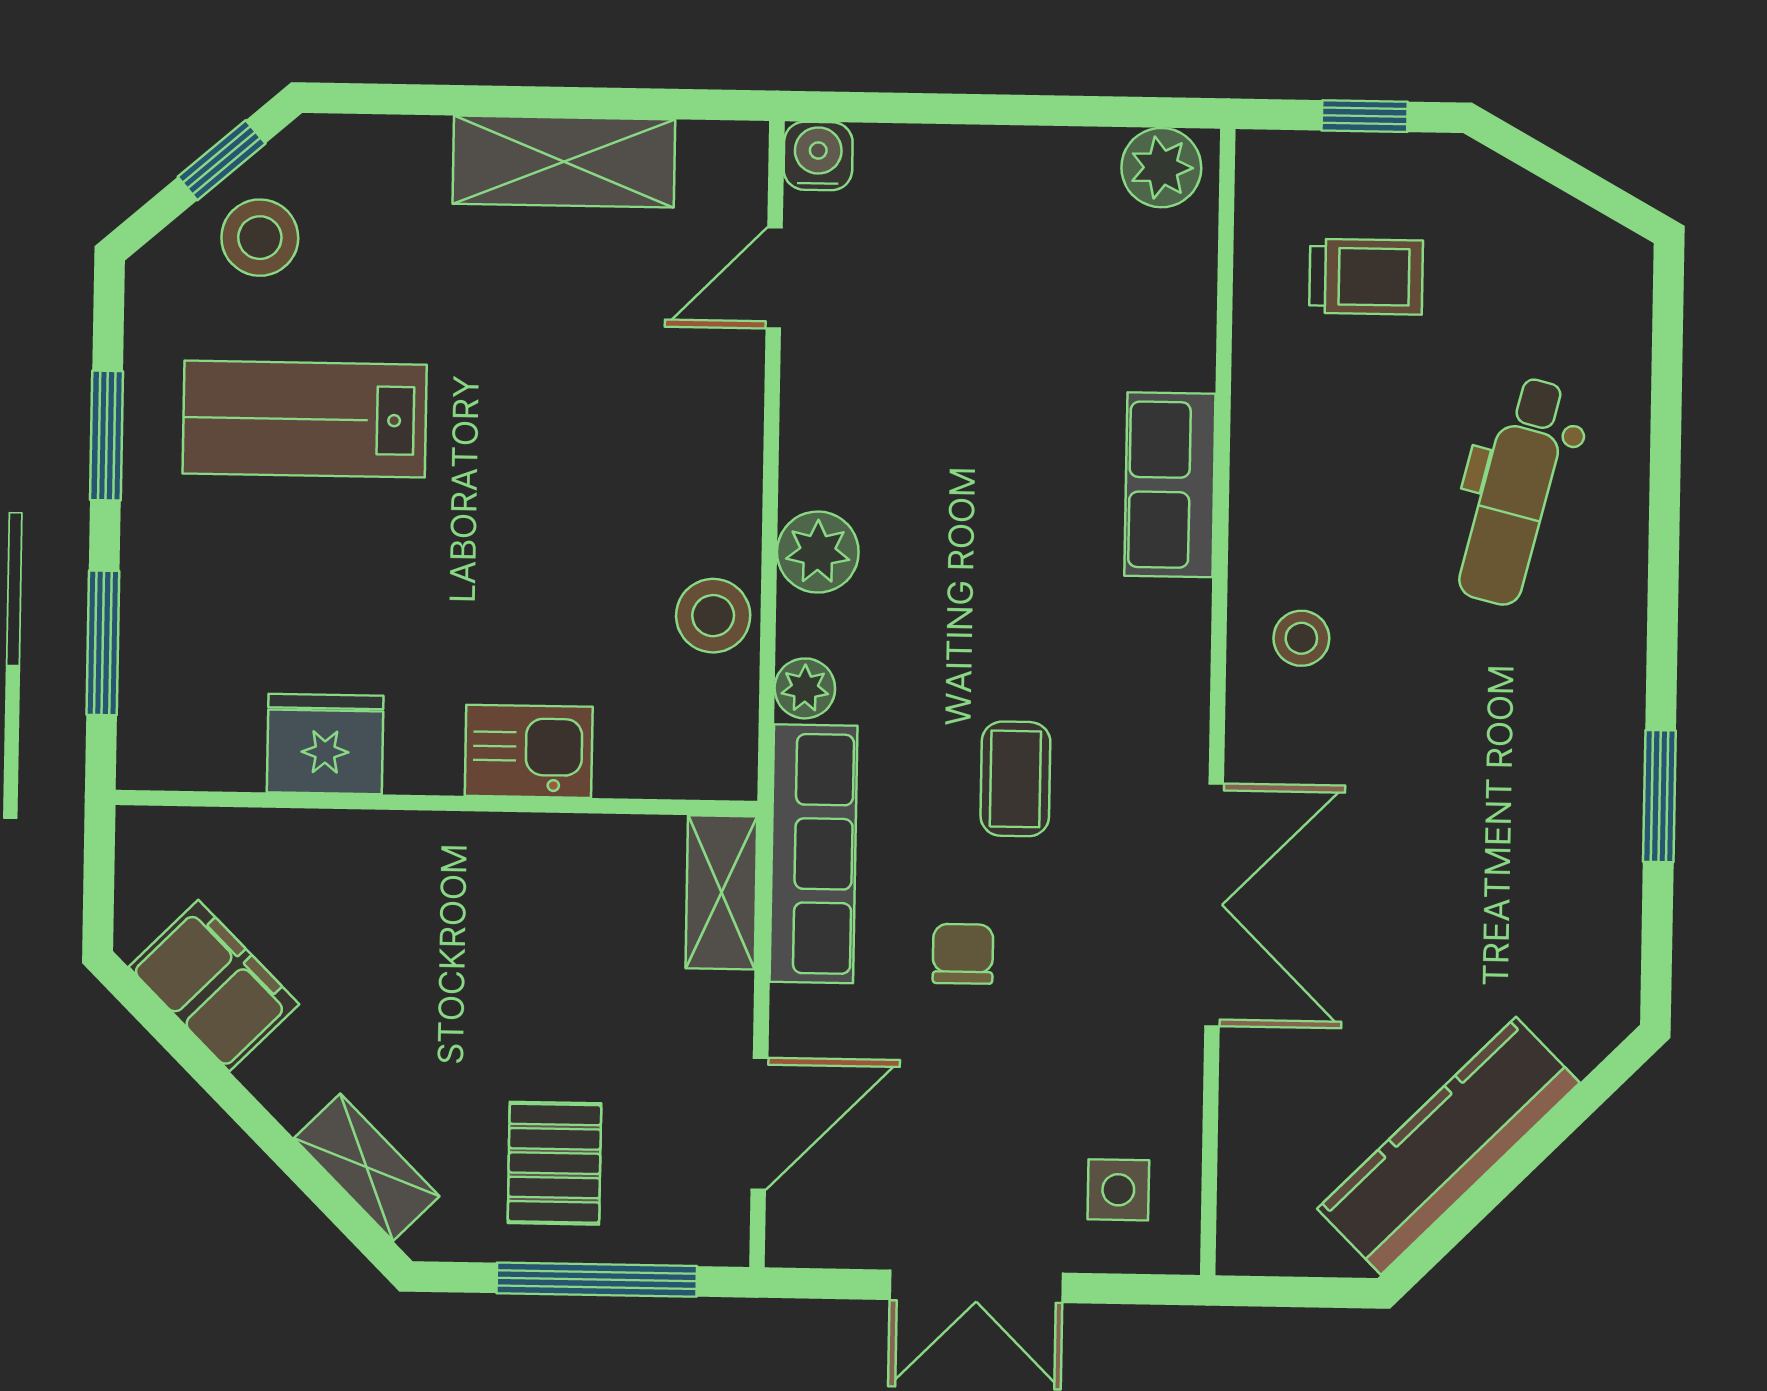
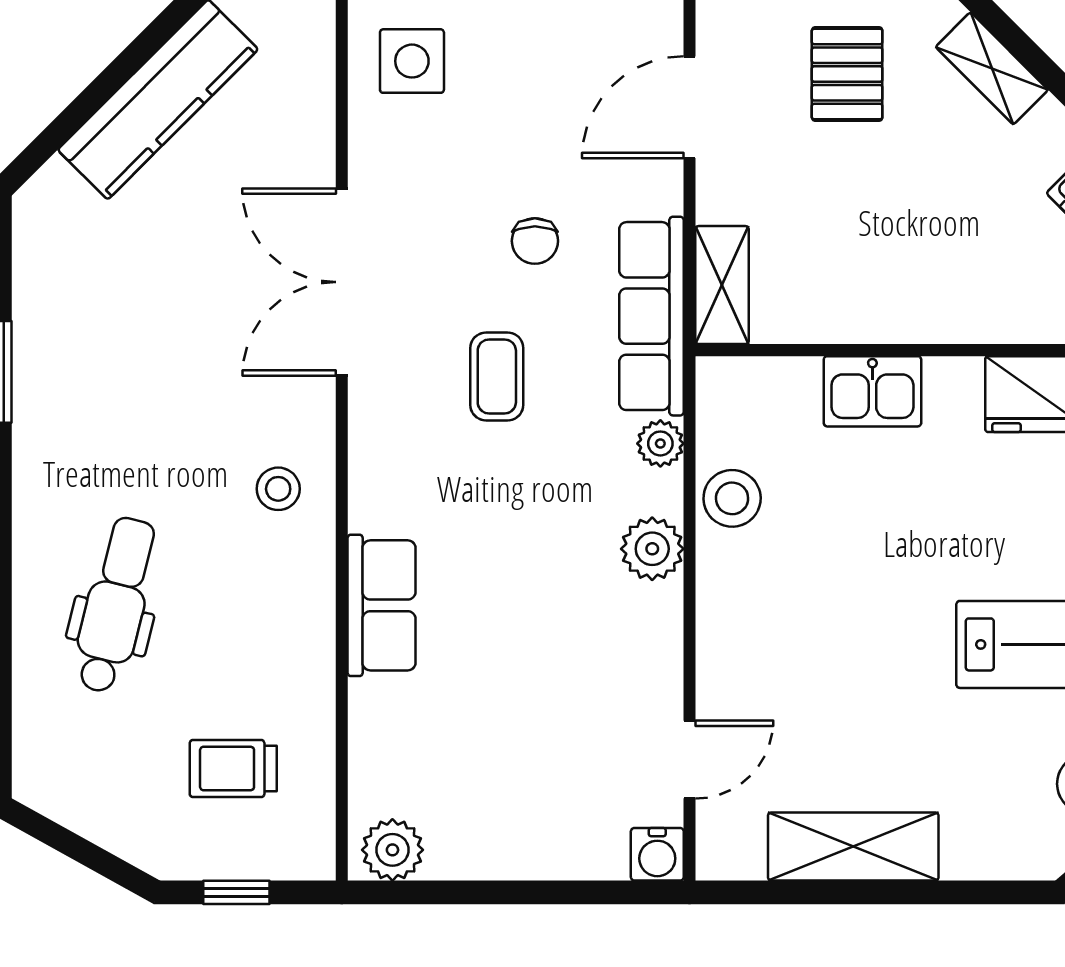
side table: (1118, 1190) -> (412, 61), width x1.37, depth x1.37

